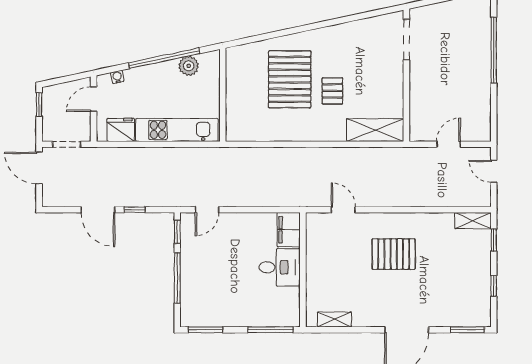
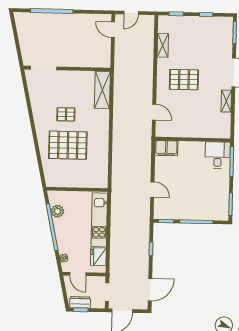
pallet: (332, 91) -> (66, 114), moved
dresser: (50, 103) -> (80, 302), added
door: (449, 144) -> (113, 30), moved
door: (98, 210) -> (150, 290), moved
door: (207, 210) -> (152, 190), moved
door: (343, 210) -> (154, 112), swing flipped
shelving: (473, 221) -> (163, 45), moved
pallet: (394, 254) -> (184, 80), turned 90
desk: (280, 267) -> (218, 155), moved
shelving: (334, 319) -> (226, 101), moved

